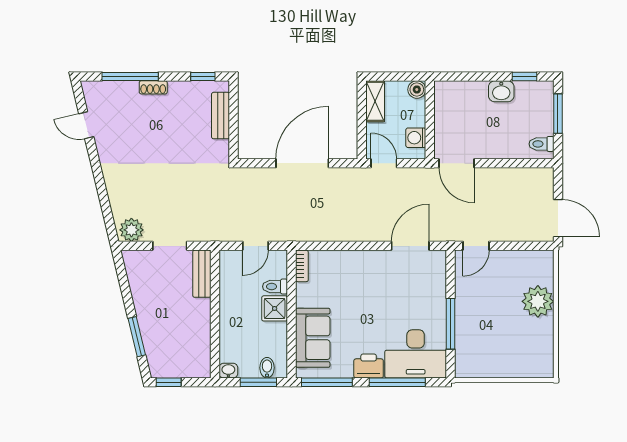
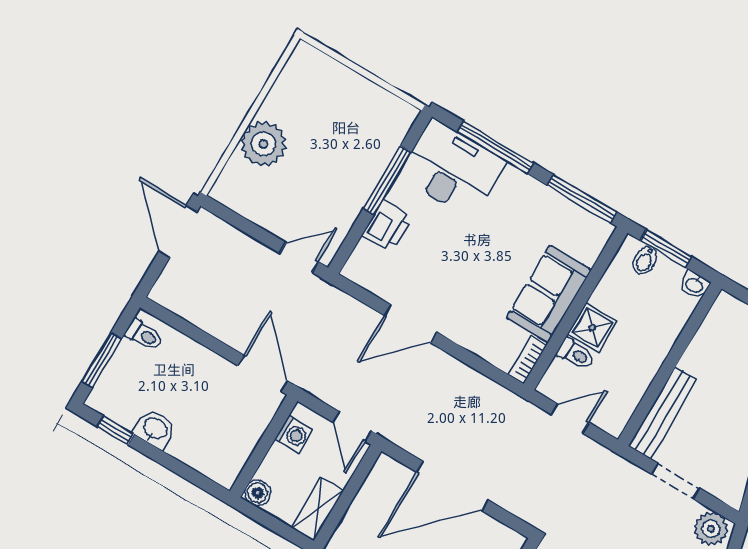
door: (410, 246) -> (411, 324), moved
bench: (202, 274) -> (663, 413), width x1.36
sofa: (313, 338) -> (549, 294), moved
printer: (369, 366) -> (387, 226), moved, turned -90

